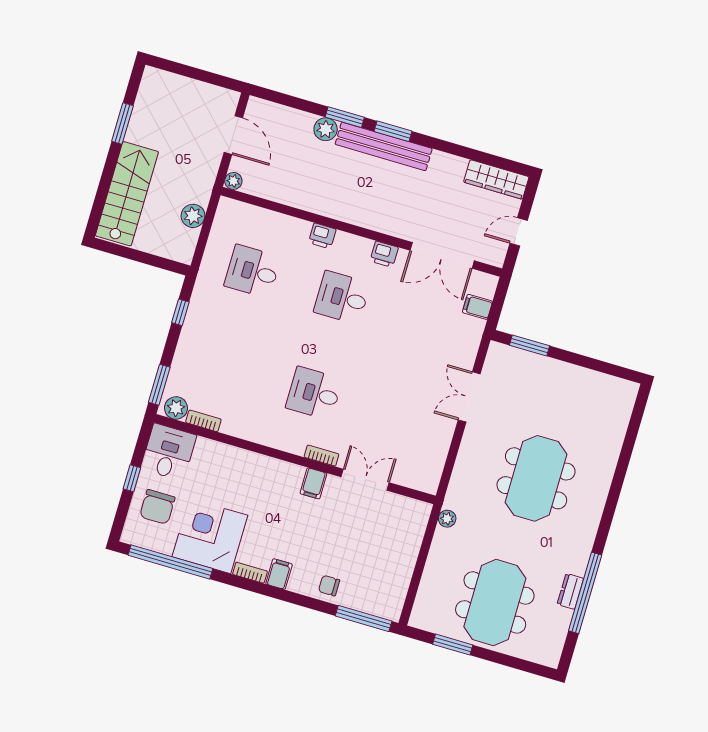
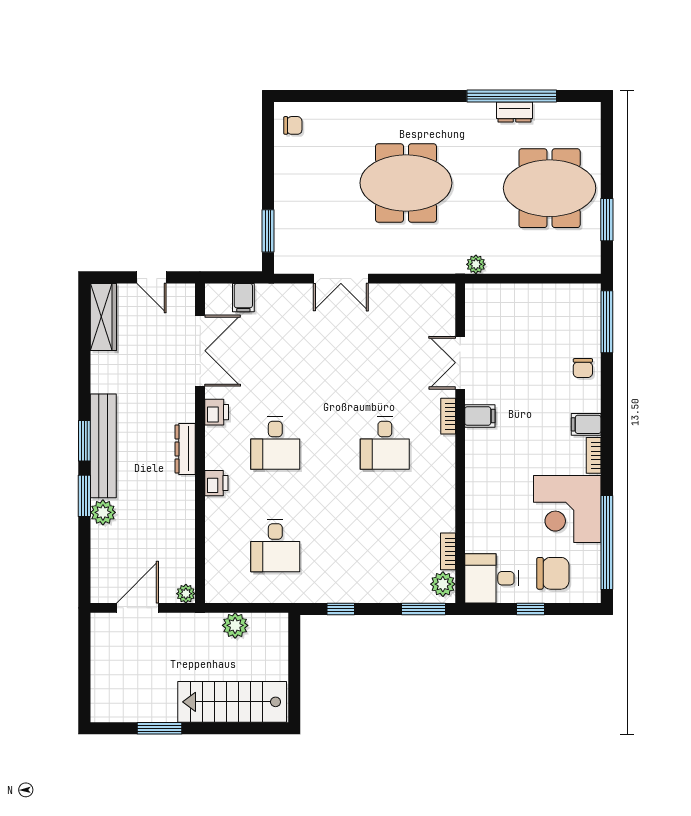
dresser: (360, 217) -> (185, 449), added
chair: (615, 394) -> (293, 125), added

